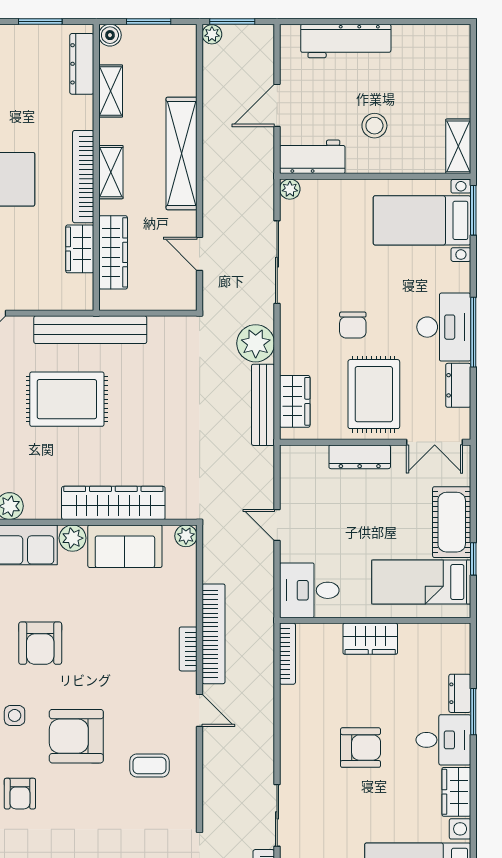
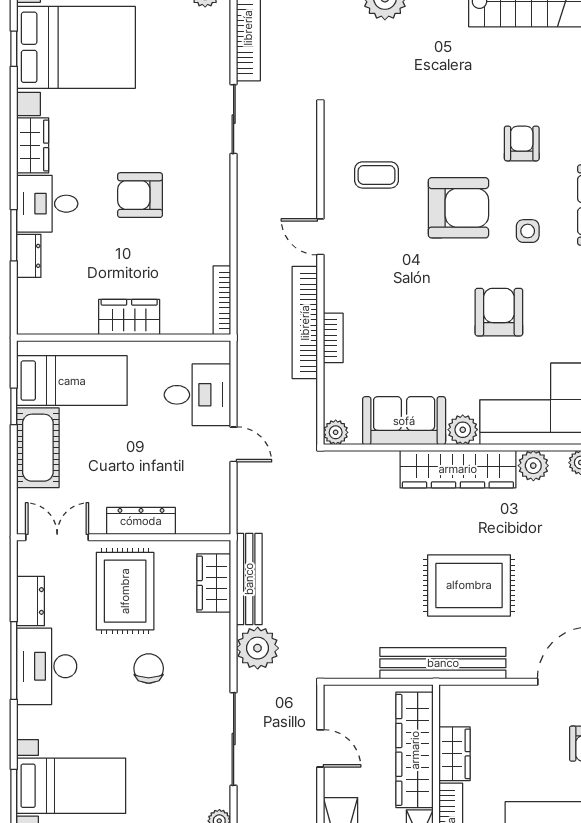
wardrobe: (113, 252) -> (415, 750), width x1.40, depth x1.17
wardrobe: (113, 503) -> (458, 469), moved
desk: (309, 590) -> (197, 395), moved
bookcase: (188, 649) -> (333, 338), moved

